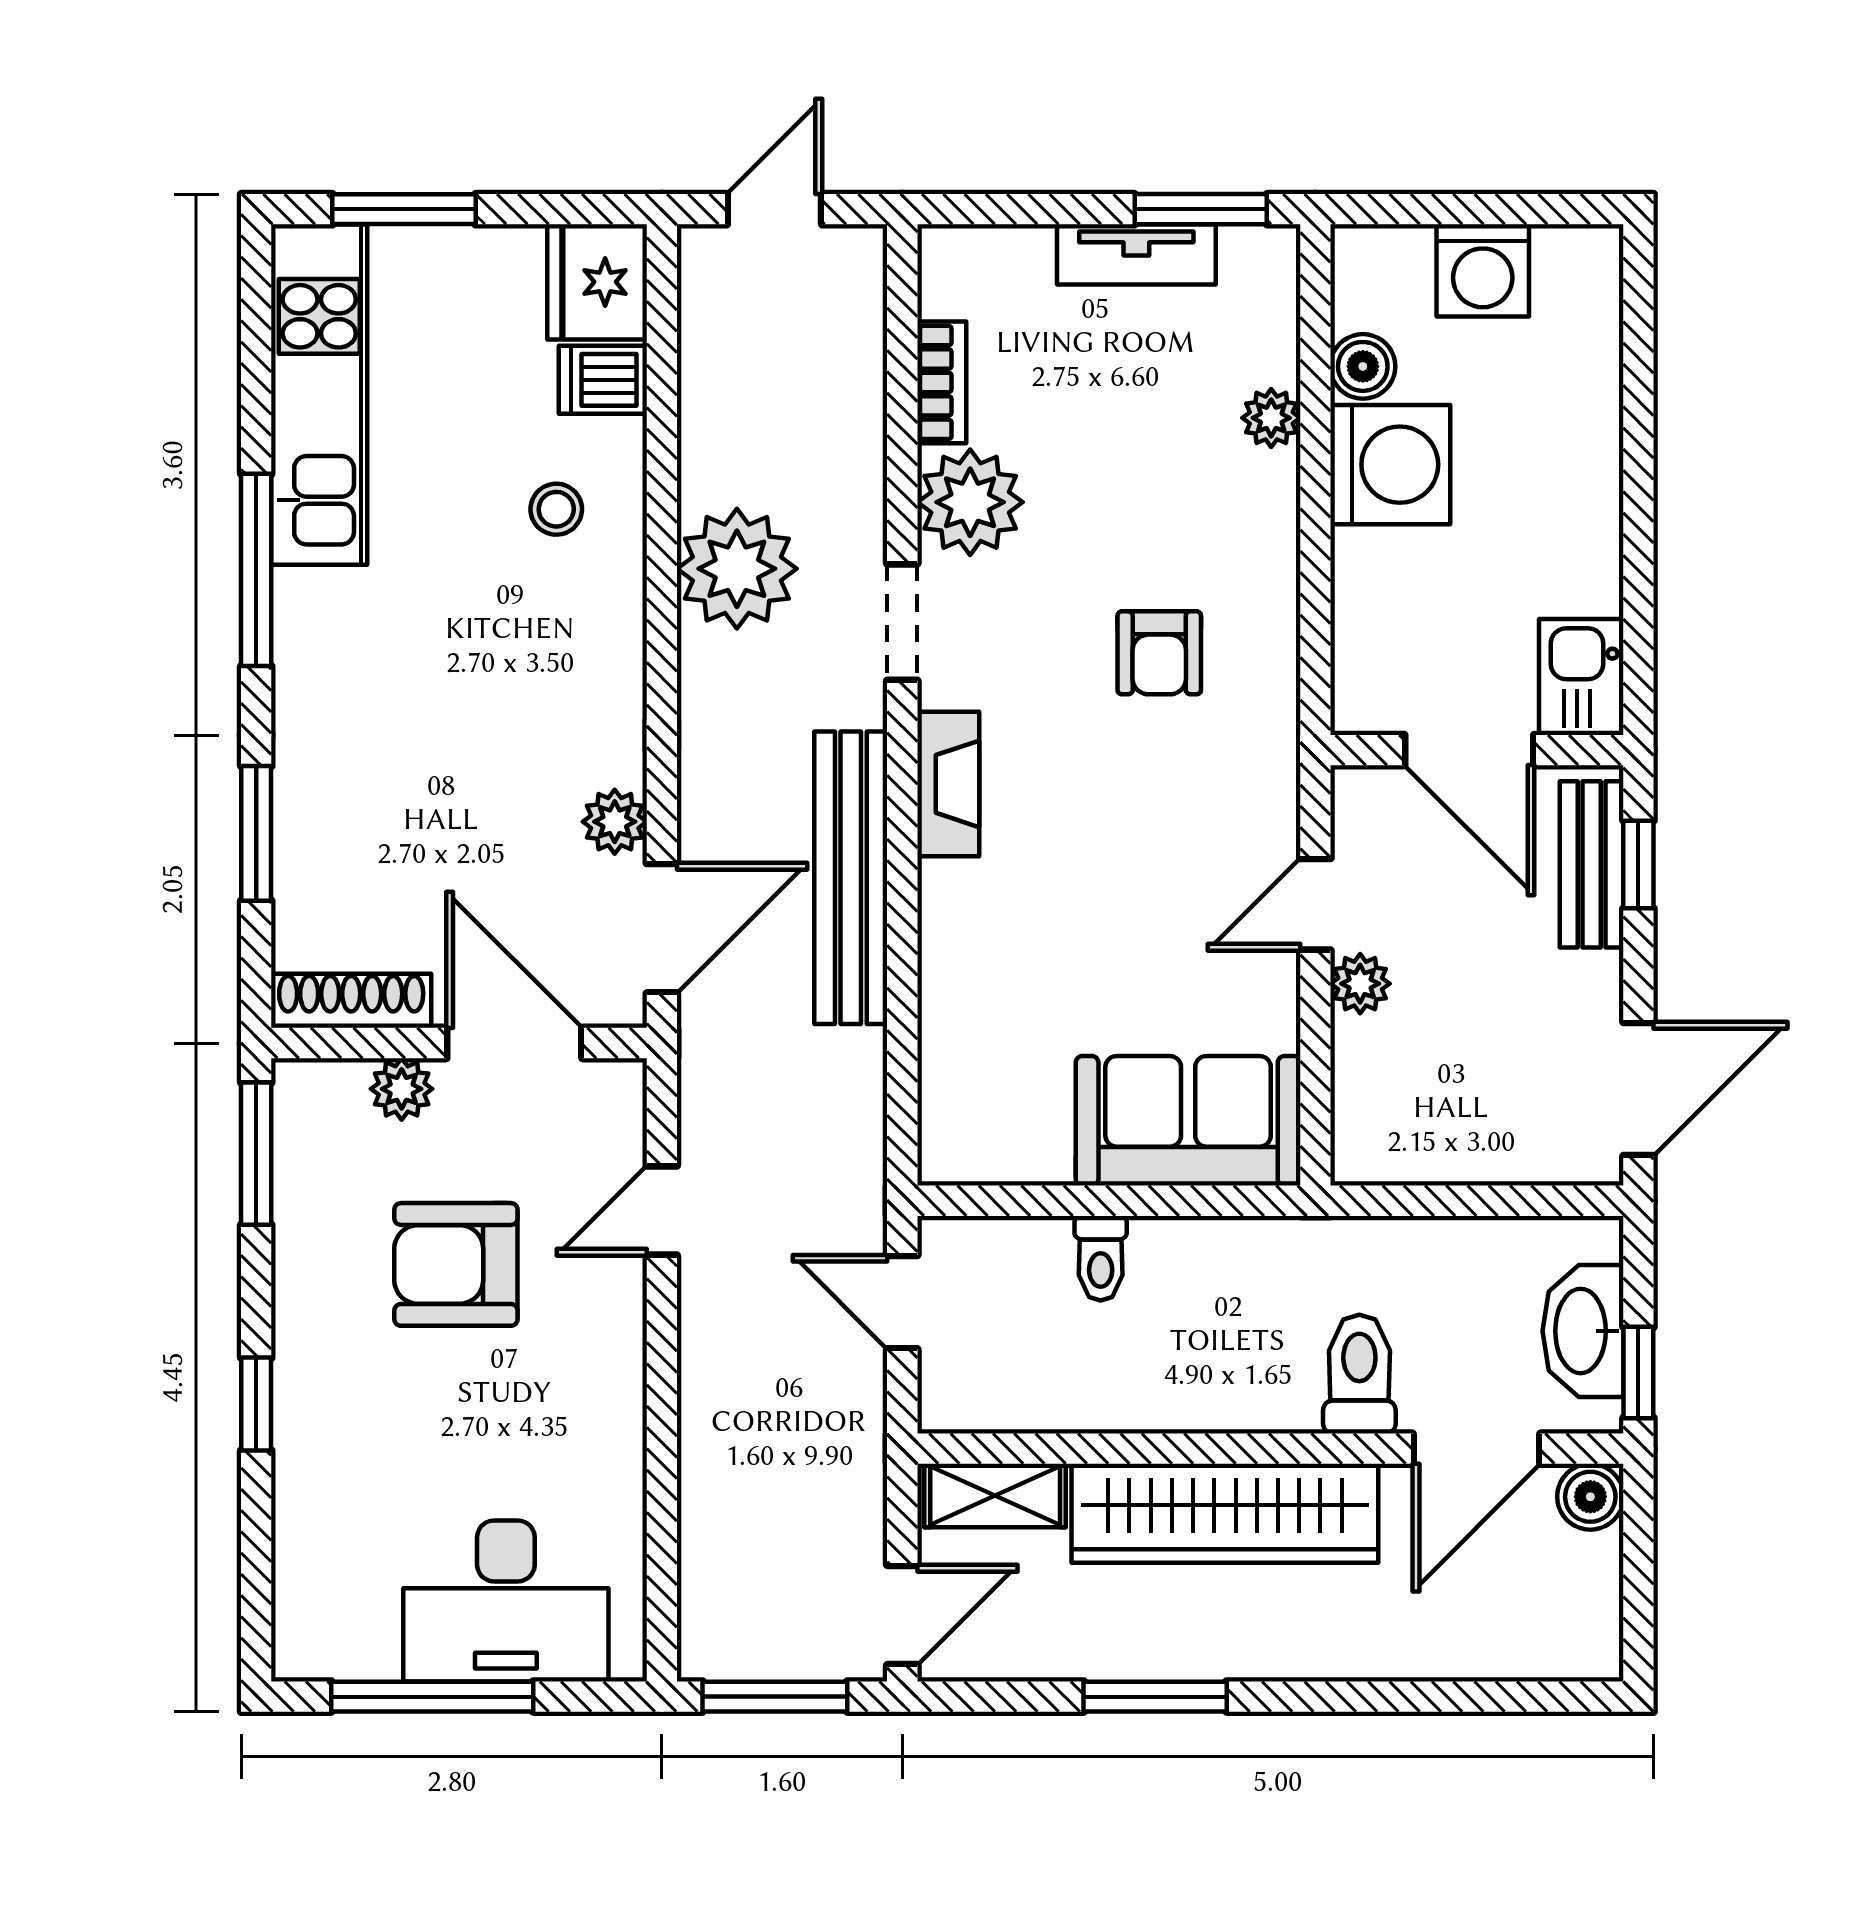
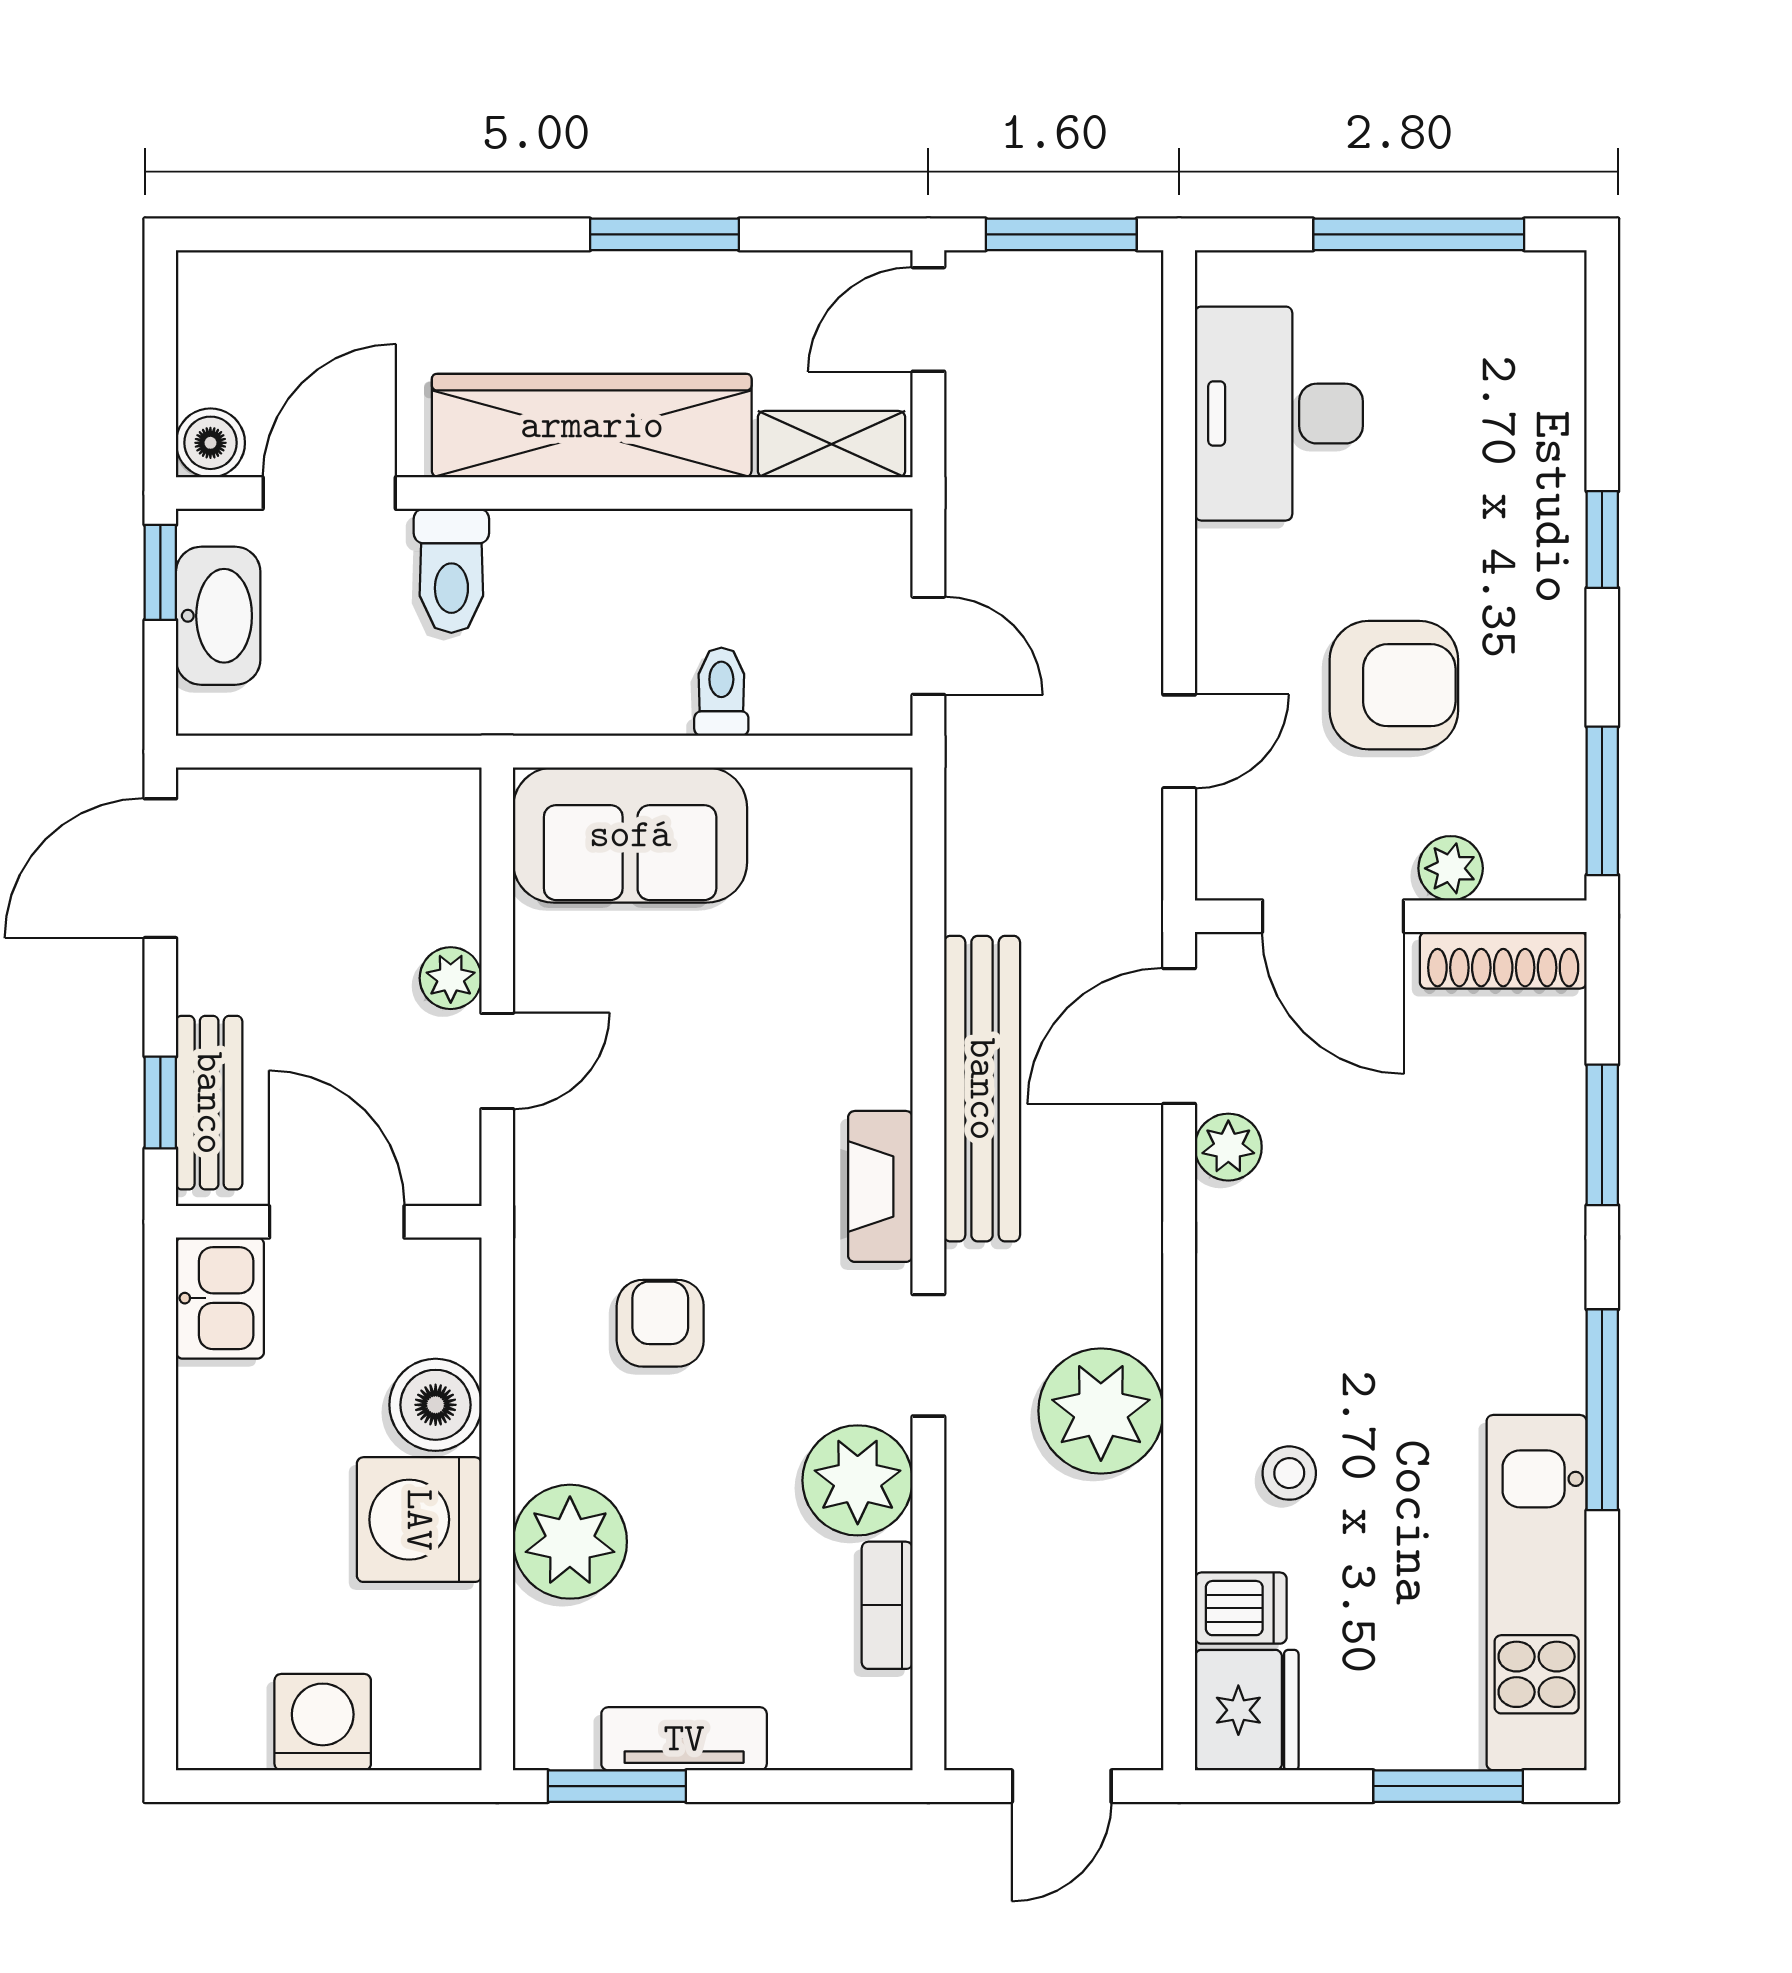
boiler: (1363, 366) -> (436, 1405), moved, width x1.36, depth x1.36
plant: (1271, 418) -> (570, 1542), width x1.88, depth x1.88
desk: (506, 1601) -> (1279, 414), moved, turned -90

